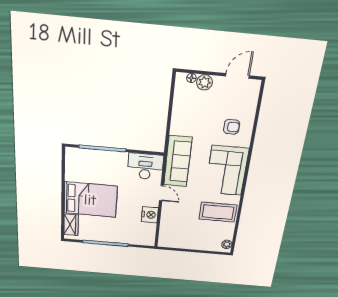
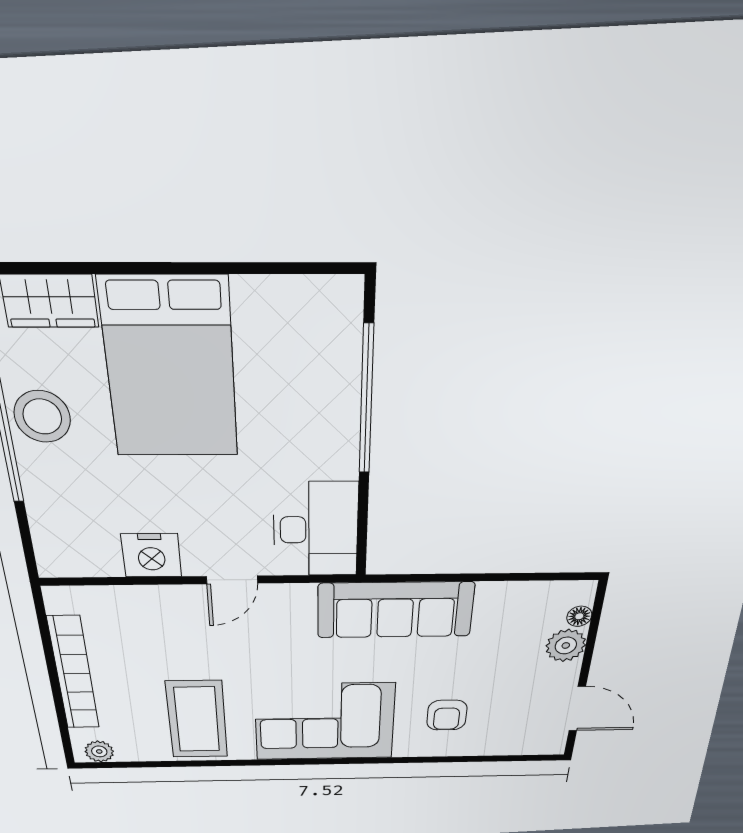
sofa: (178, 161) -> (395, 610), moved
stool: (103, 234) -> (42, 417), added
bookcase: (192, 245) -> (74, 673), added

